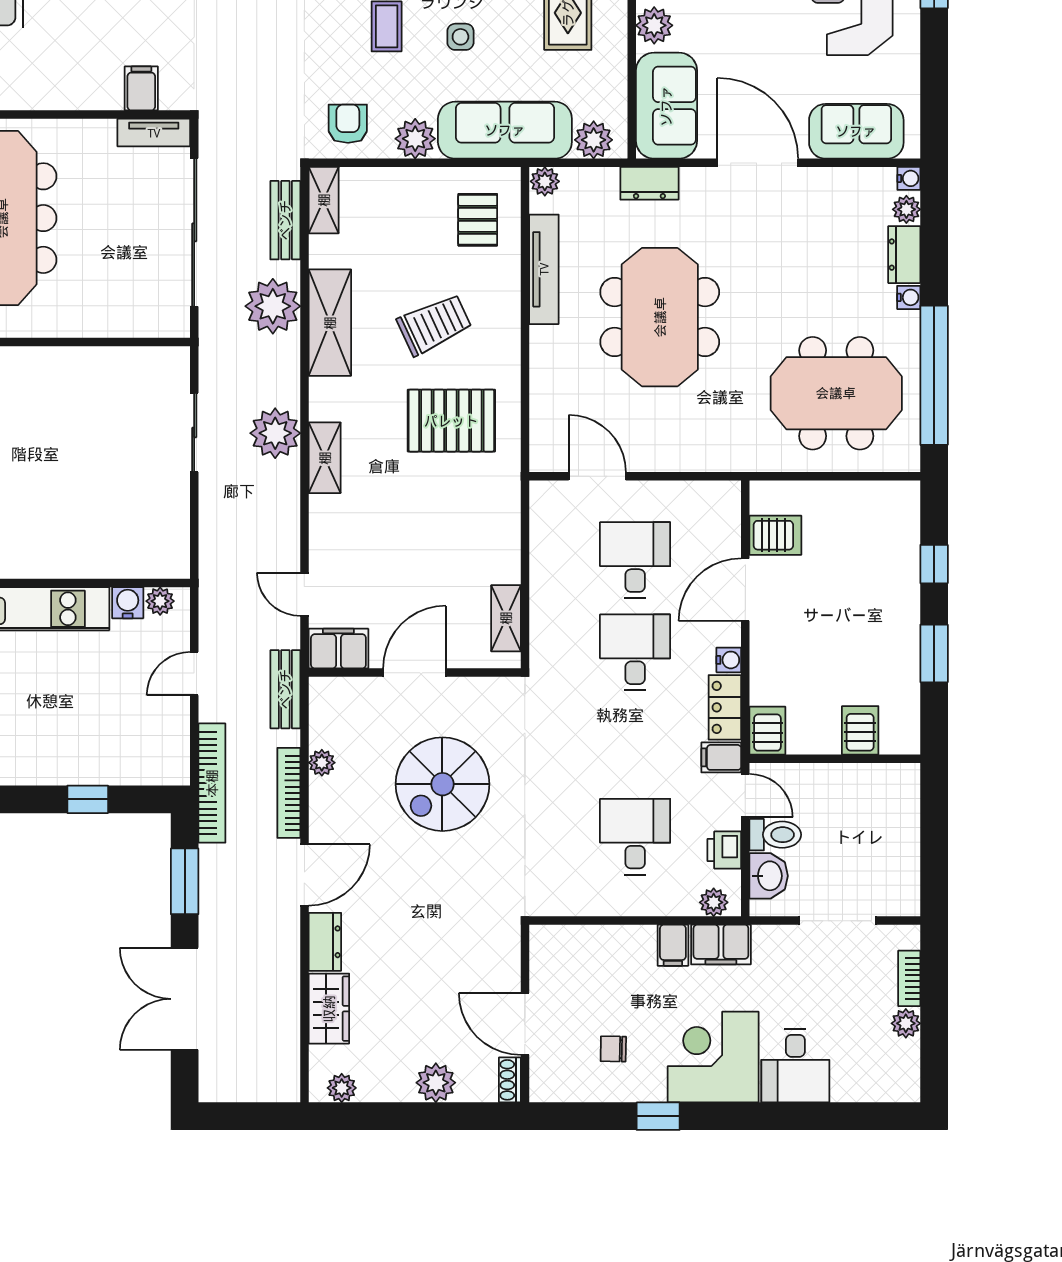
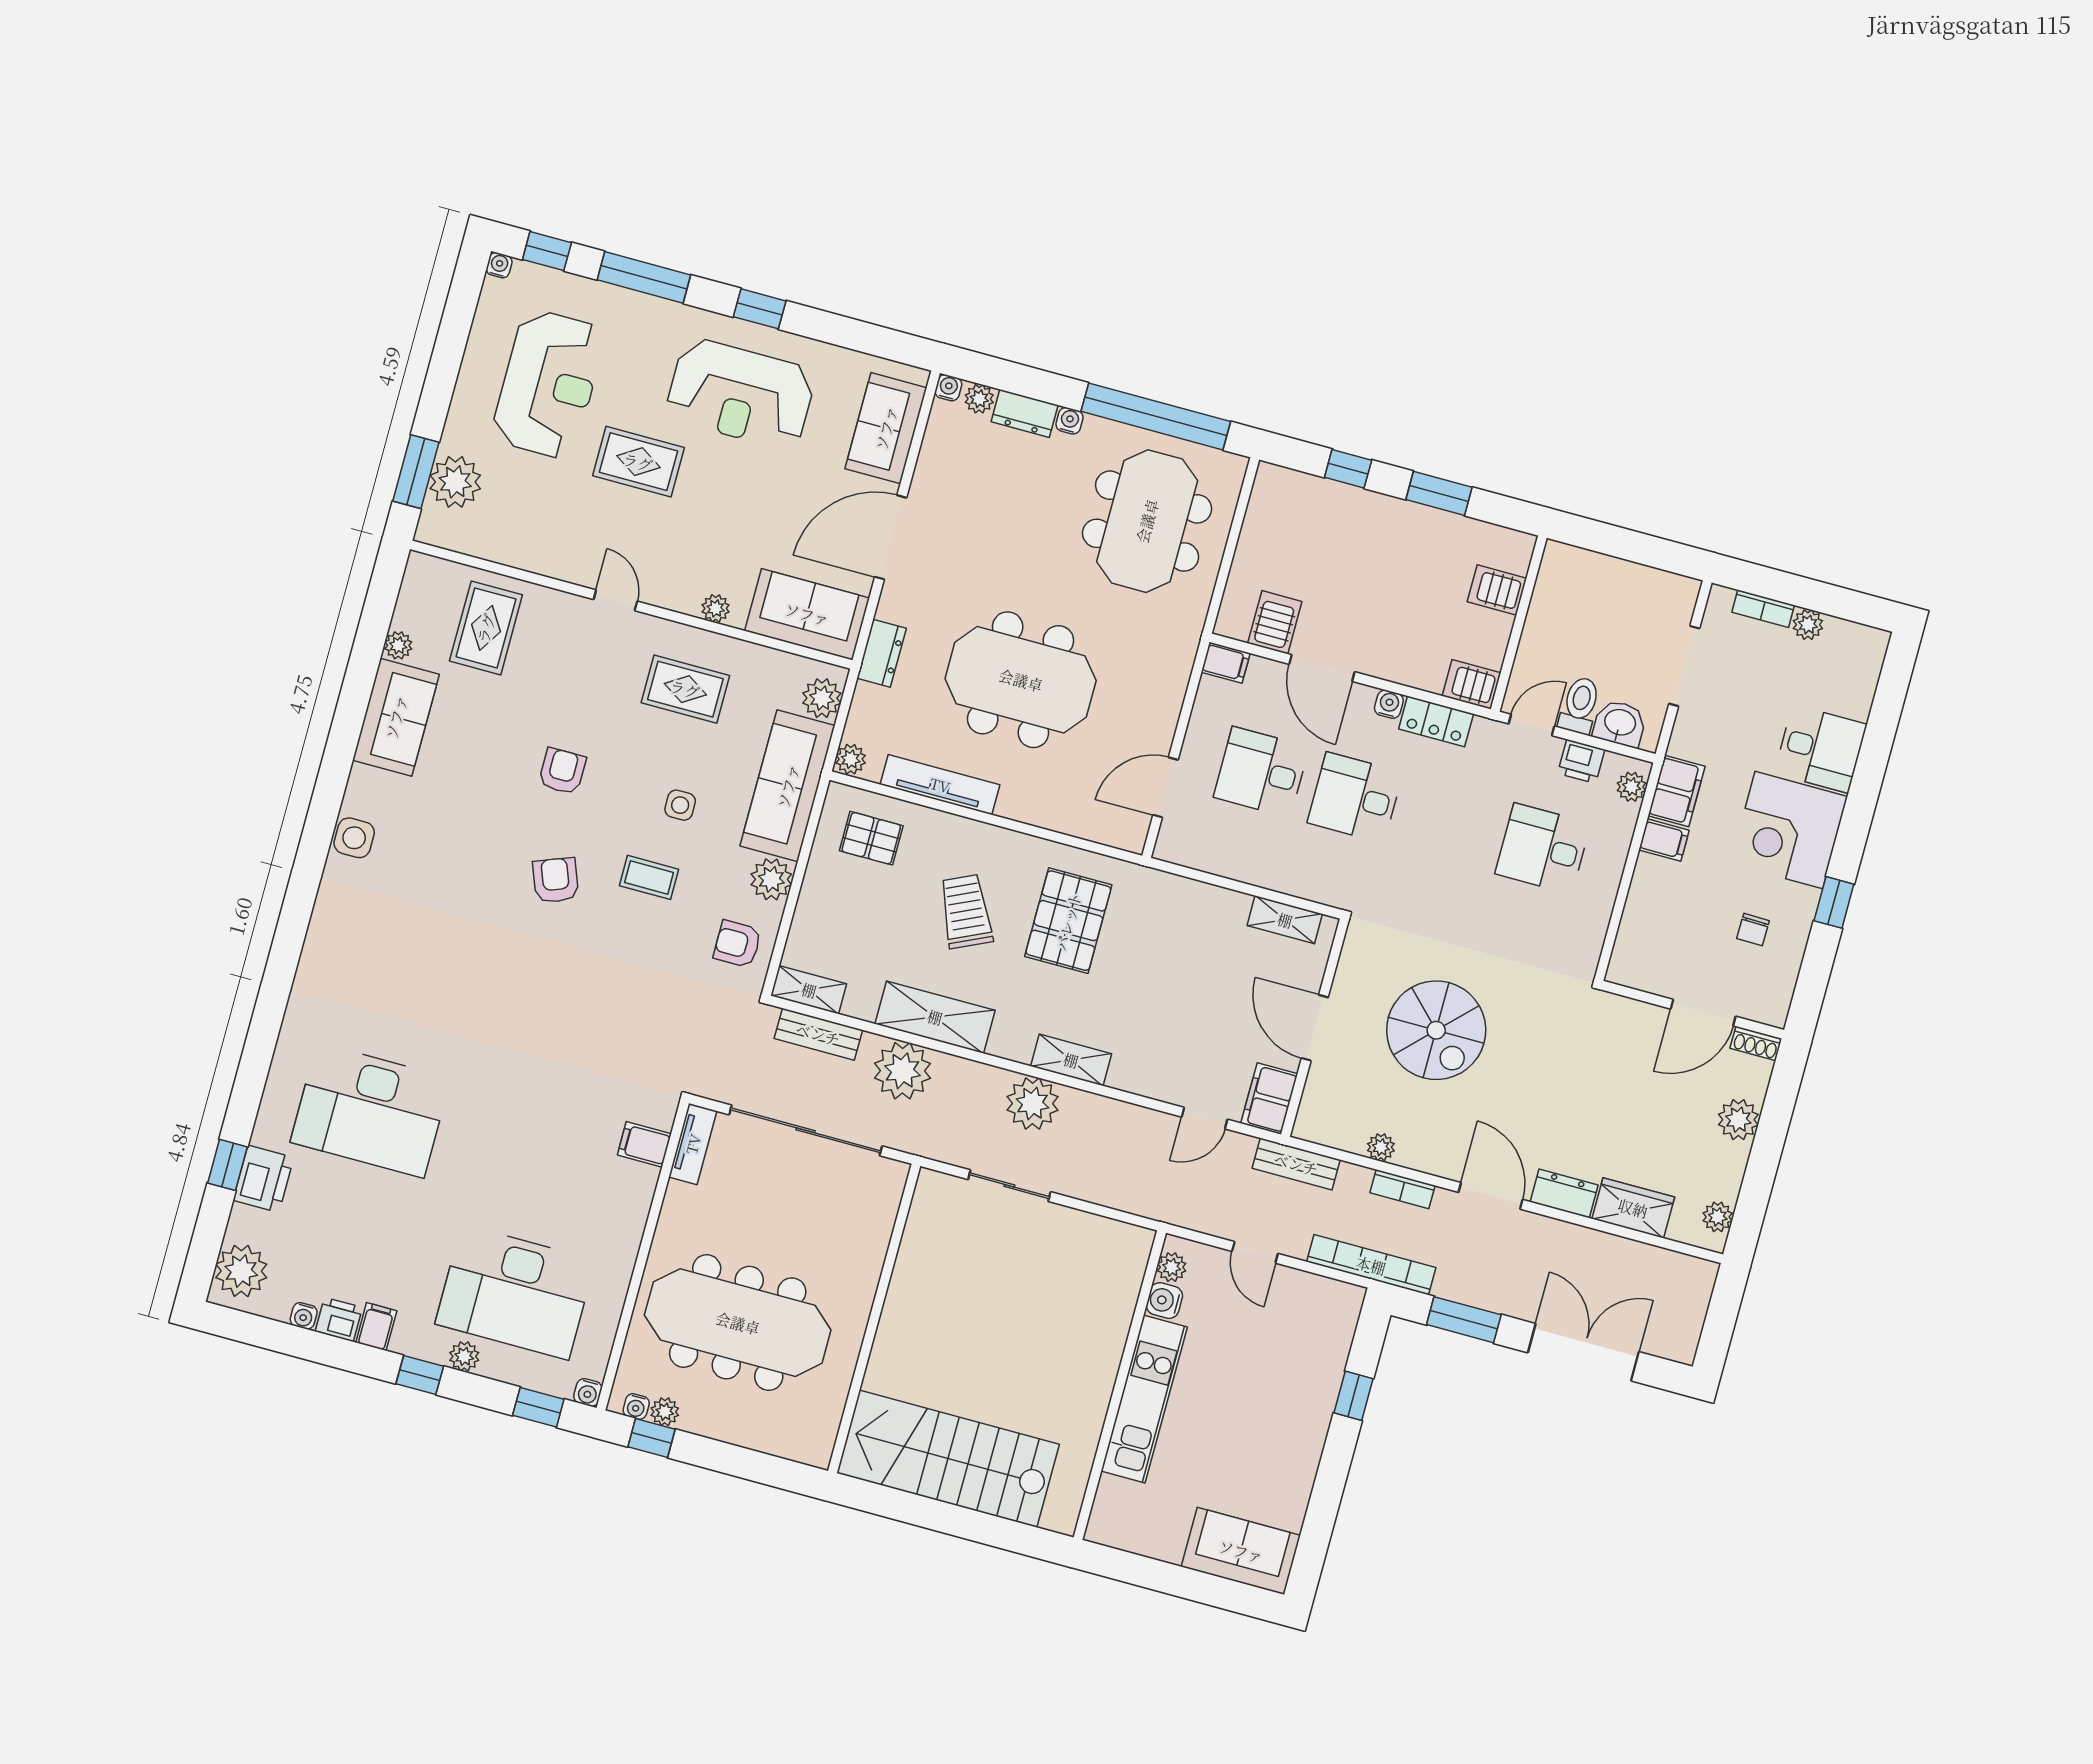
plant: (654, 25) -> (716, 608), width x0.73, depth x0.73
filing cabinet: (721, 757) -> (1226, 663), moved, turned -90
bookcase: (289, 793) -> (1402, 1189), width x0.64
double door: (185, 999) -> (1583, 1352), swing flipped

